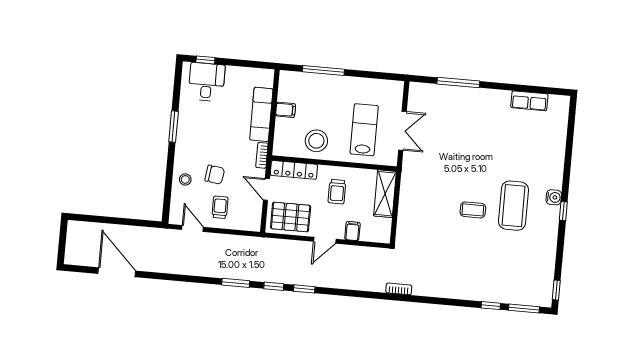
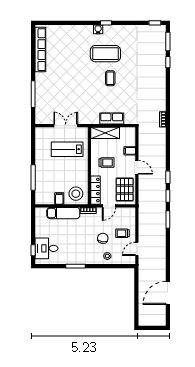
row of seats: (529, 101) -> (40, 50), width x2.02
stool: (316, 141) -> (76, 194), moved
row of seats: (408, 206) -> (112, 118), added

